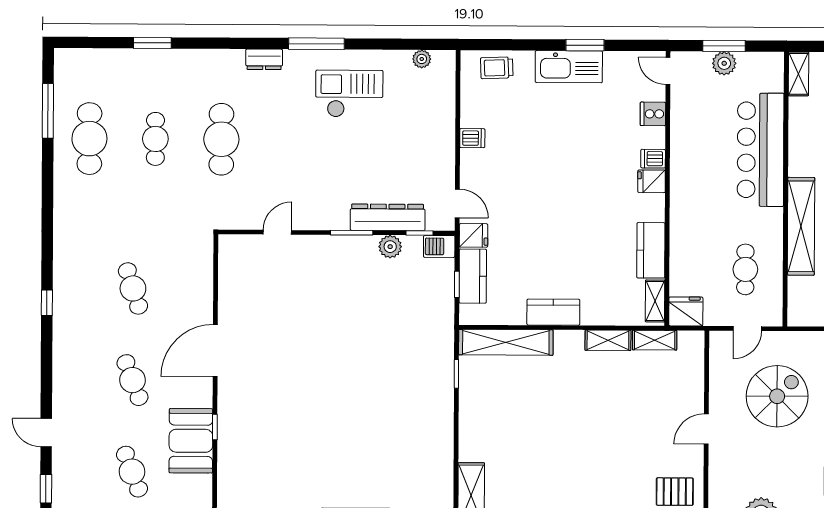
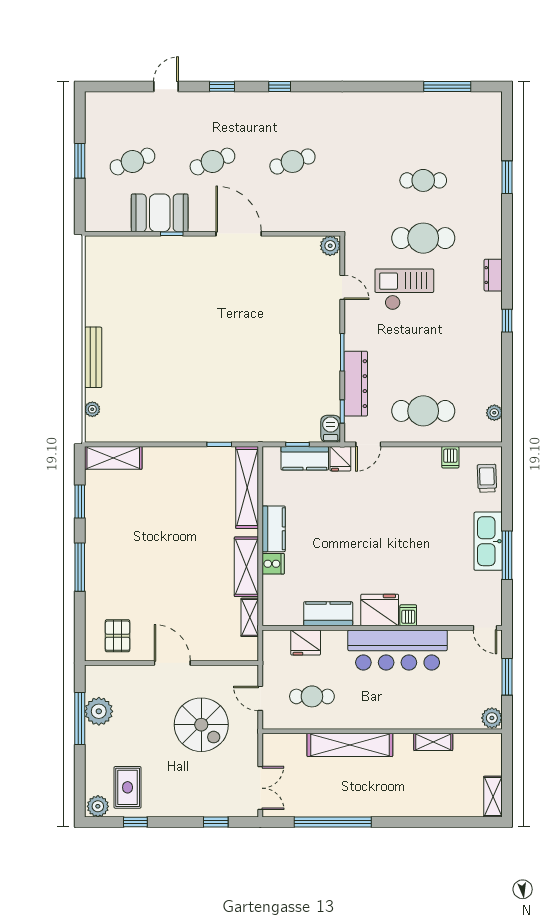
window: (316, 44) -> (507, 321), width x0.46
window: (585, 45) -> (507, 555), width x1.44
plant: (724, 63) -> (492, 718), moved
door: (668, 71) -> (485, 628), swing flipped
shelving: (798, 74) -> (433, 742), moved
checkout: (349, 94) -> (404, 289), moved, turned -90
cooker: (653, 114) -> (273, 564), moved, turned 90
dishwasher: (472, 138) -> (450, 457), moved
cafe table: (89, 139) -> (423, 411), moved
bar counter: (761, 150) -> (398, 650), moved, turned 180
fridge: (652, 181) -> (380, 610), width x1.88, depth x1.34
plant: (390, 247) -> (330, 246), moved
shelving: (655, 301) -> (284, 618), removed
fridge: (686, 311) -> (306, 643), moved, turned 90
shelving: (608, 340) -> (246, 567), width x1.50, depth x1.33
door: (706, 429) -> (172, 663), width x1.38
window: (46, 489) -> (222, 86), moved

